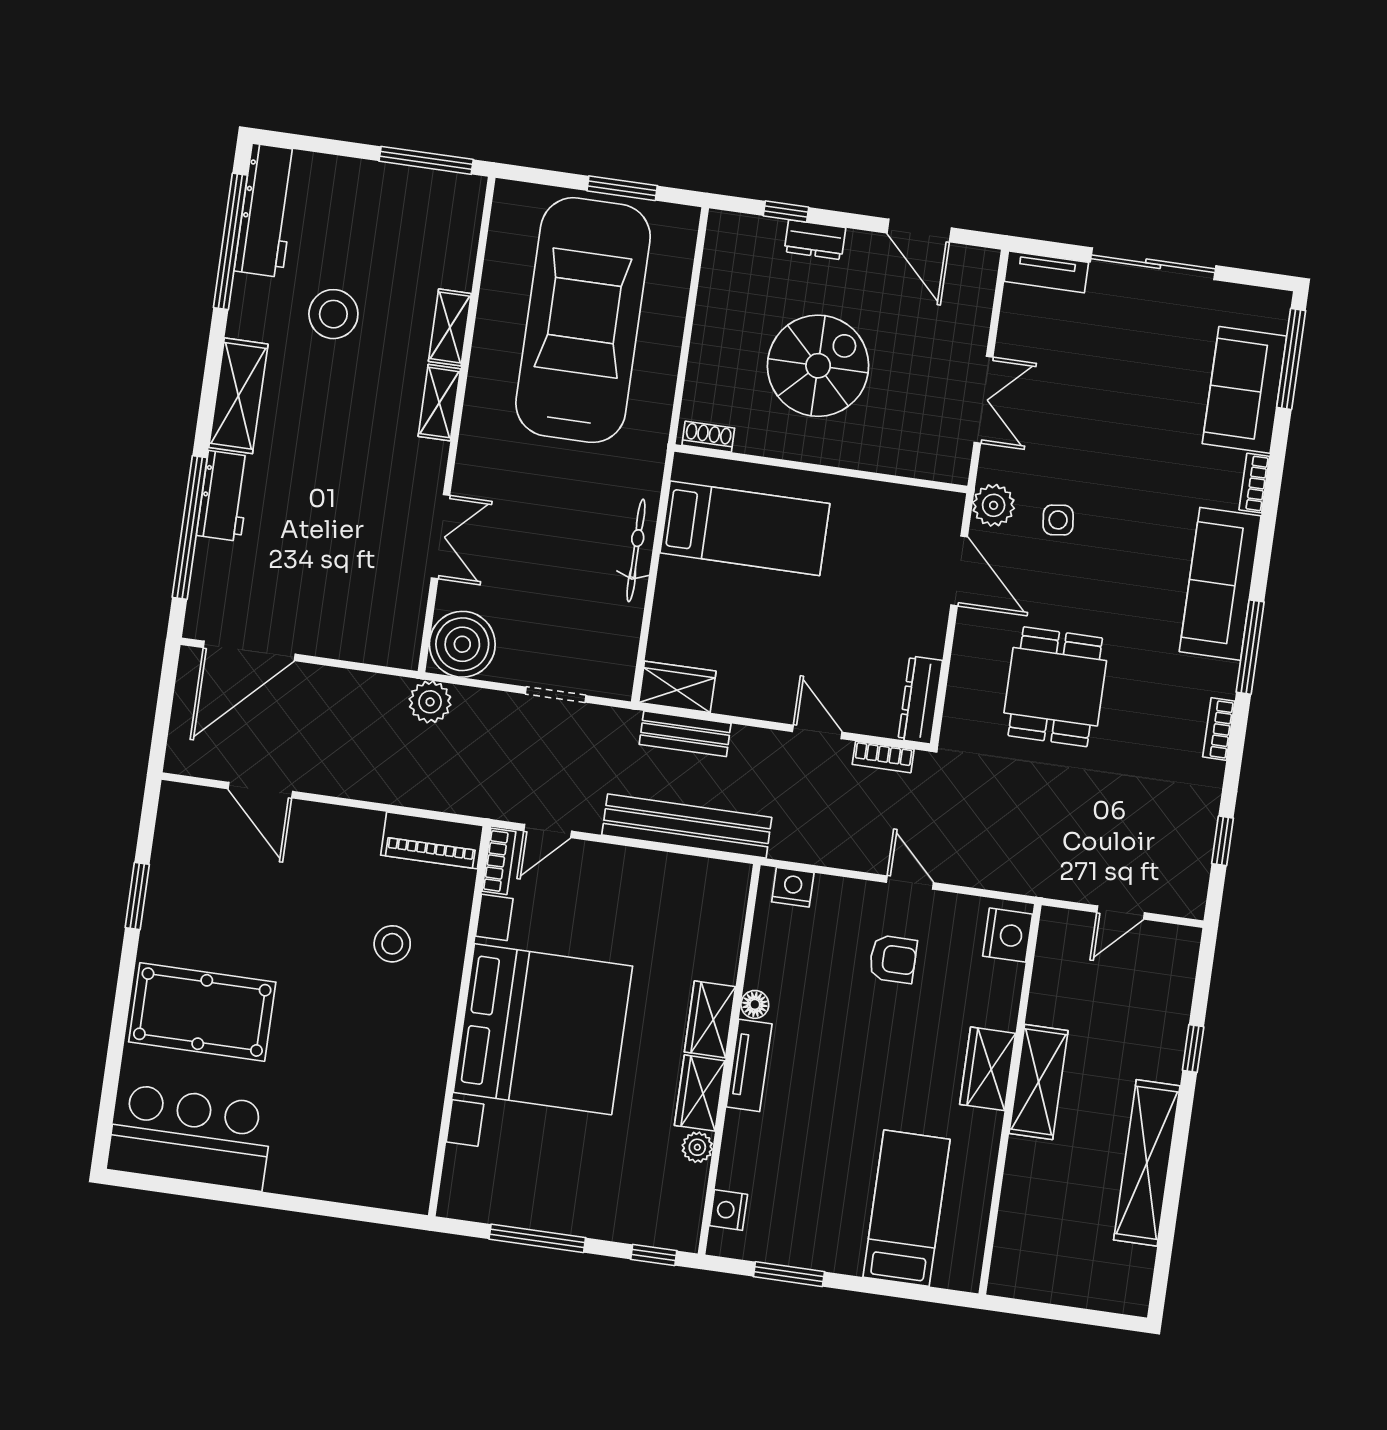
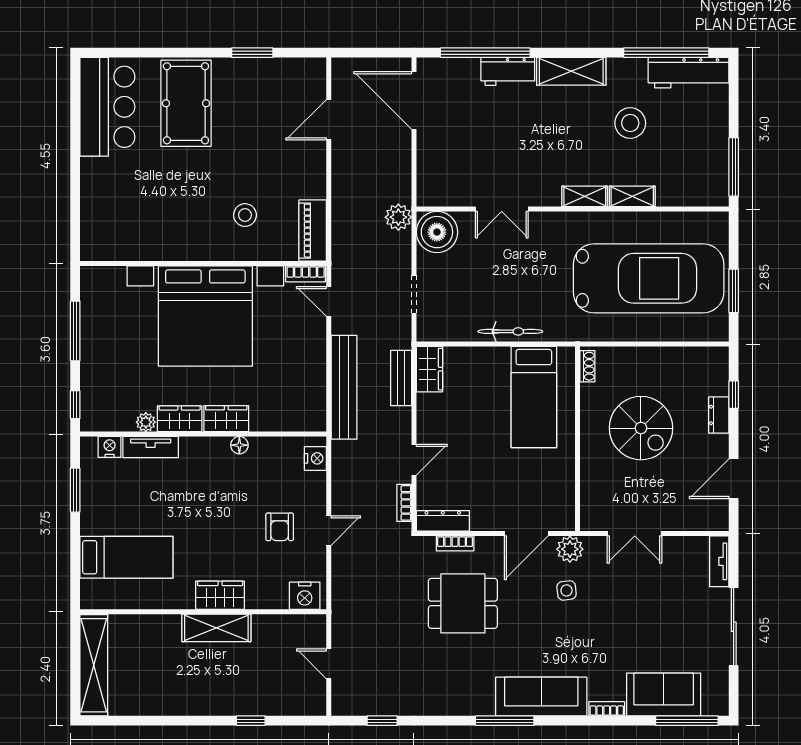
bookcase: (1219, 729) -> (455, 543), moved, turned 180
tv unit: (749, 1065) -> (151, 447), moved
shelving: (1147, 1163) -> (94, 665), moved, turned 90

